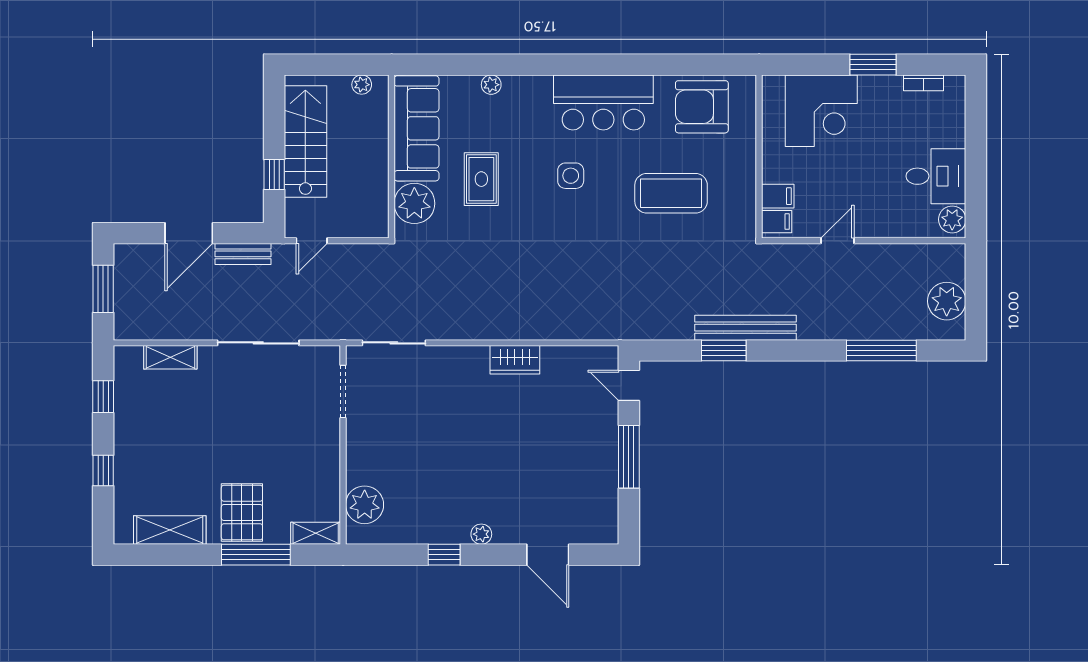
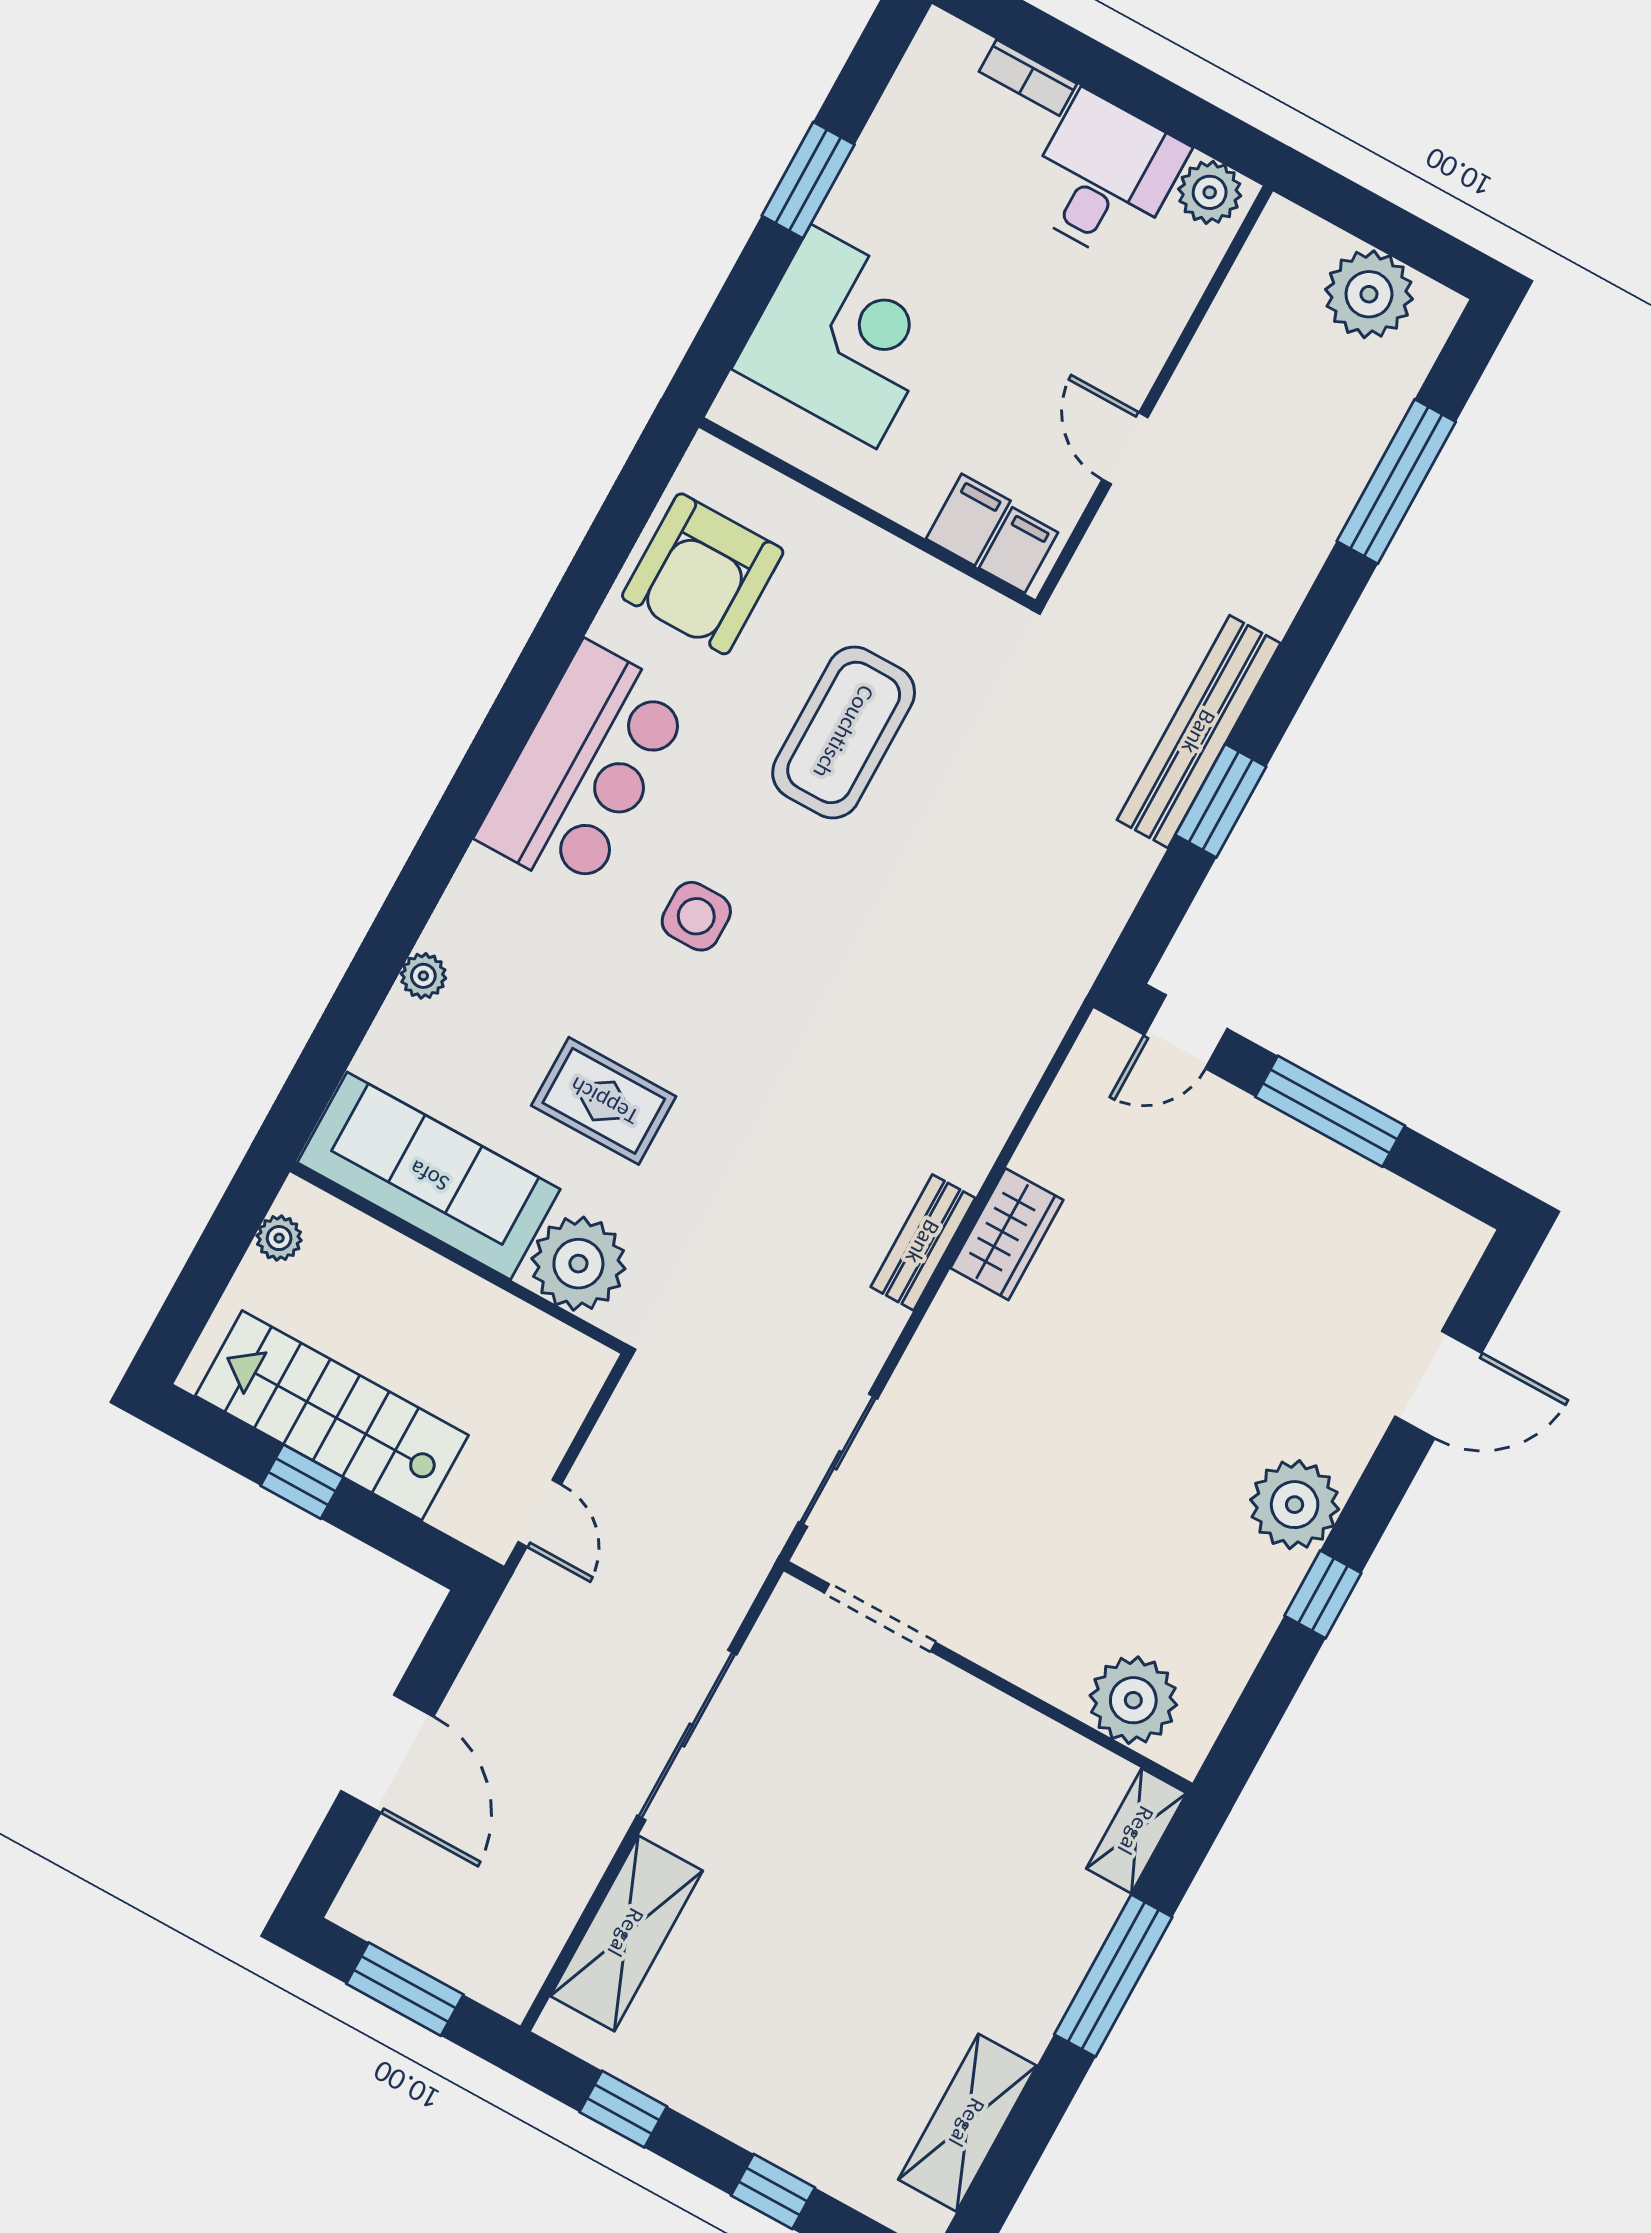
bookcase: (924, 83) -> (1028, 78), moved, turned 90
window: (274, 174) -> (302, 1482), moved
bench: (243, 254) -> (923, 1242), moved
shelving: (170, 357) -> (626, 1933), width x1.50, depth x1.33
pallet: (242, 513) -> (1013, 1957), removed
plant: (481, 534) -> (1295, 1505), width x1.88, depth x1.88

